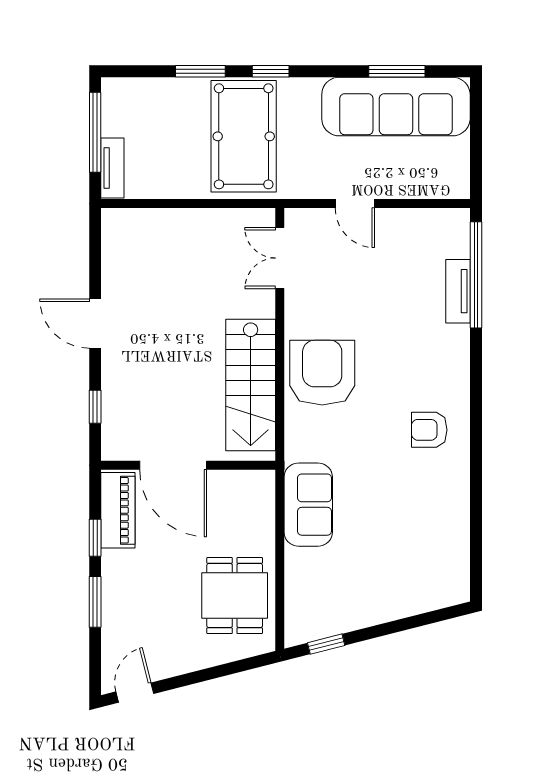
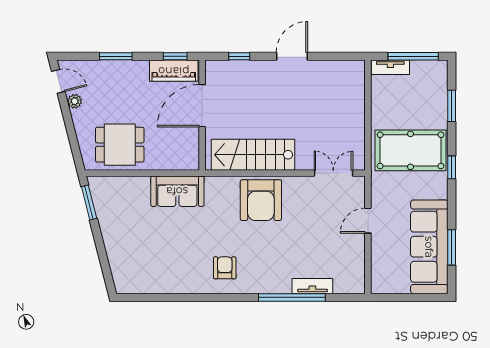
window: (200, 71) -> (452, 106), moved
window: (476, 275) -> (292, 297), moved
armchair: (322, 373) -> (261, 200), turned 90
window: (95, 538) -> (175, 56), moved
window: (326, 644) -> (89, 203), width x1.50
plant: (166, 667) -> (75, 101), added

